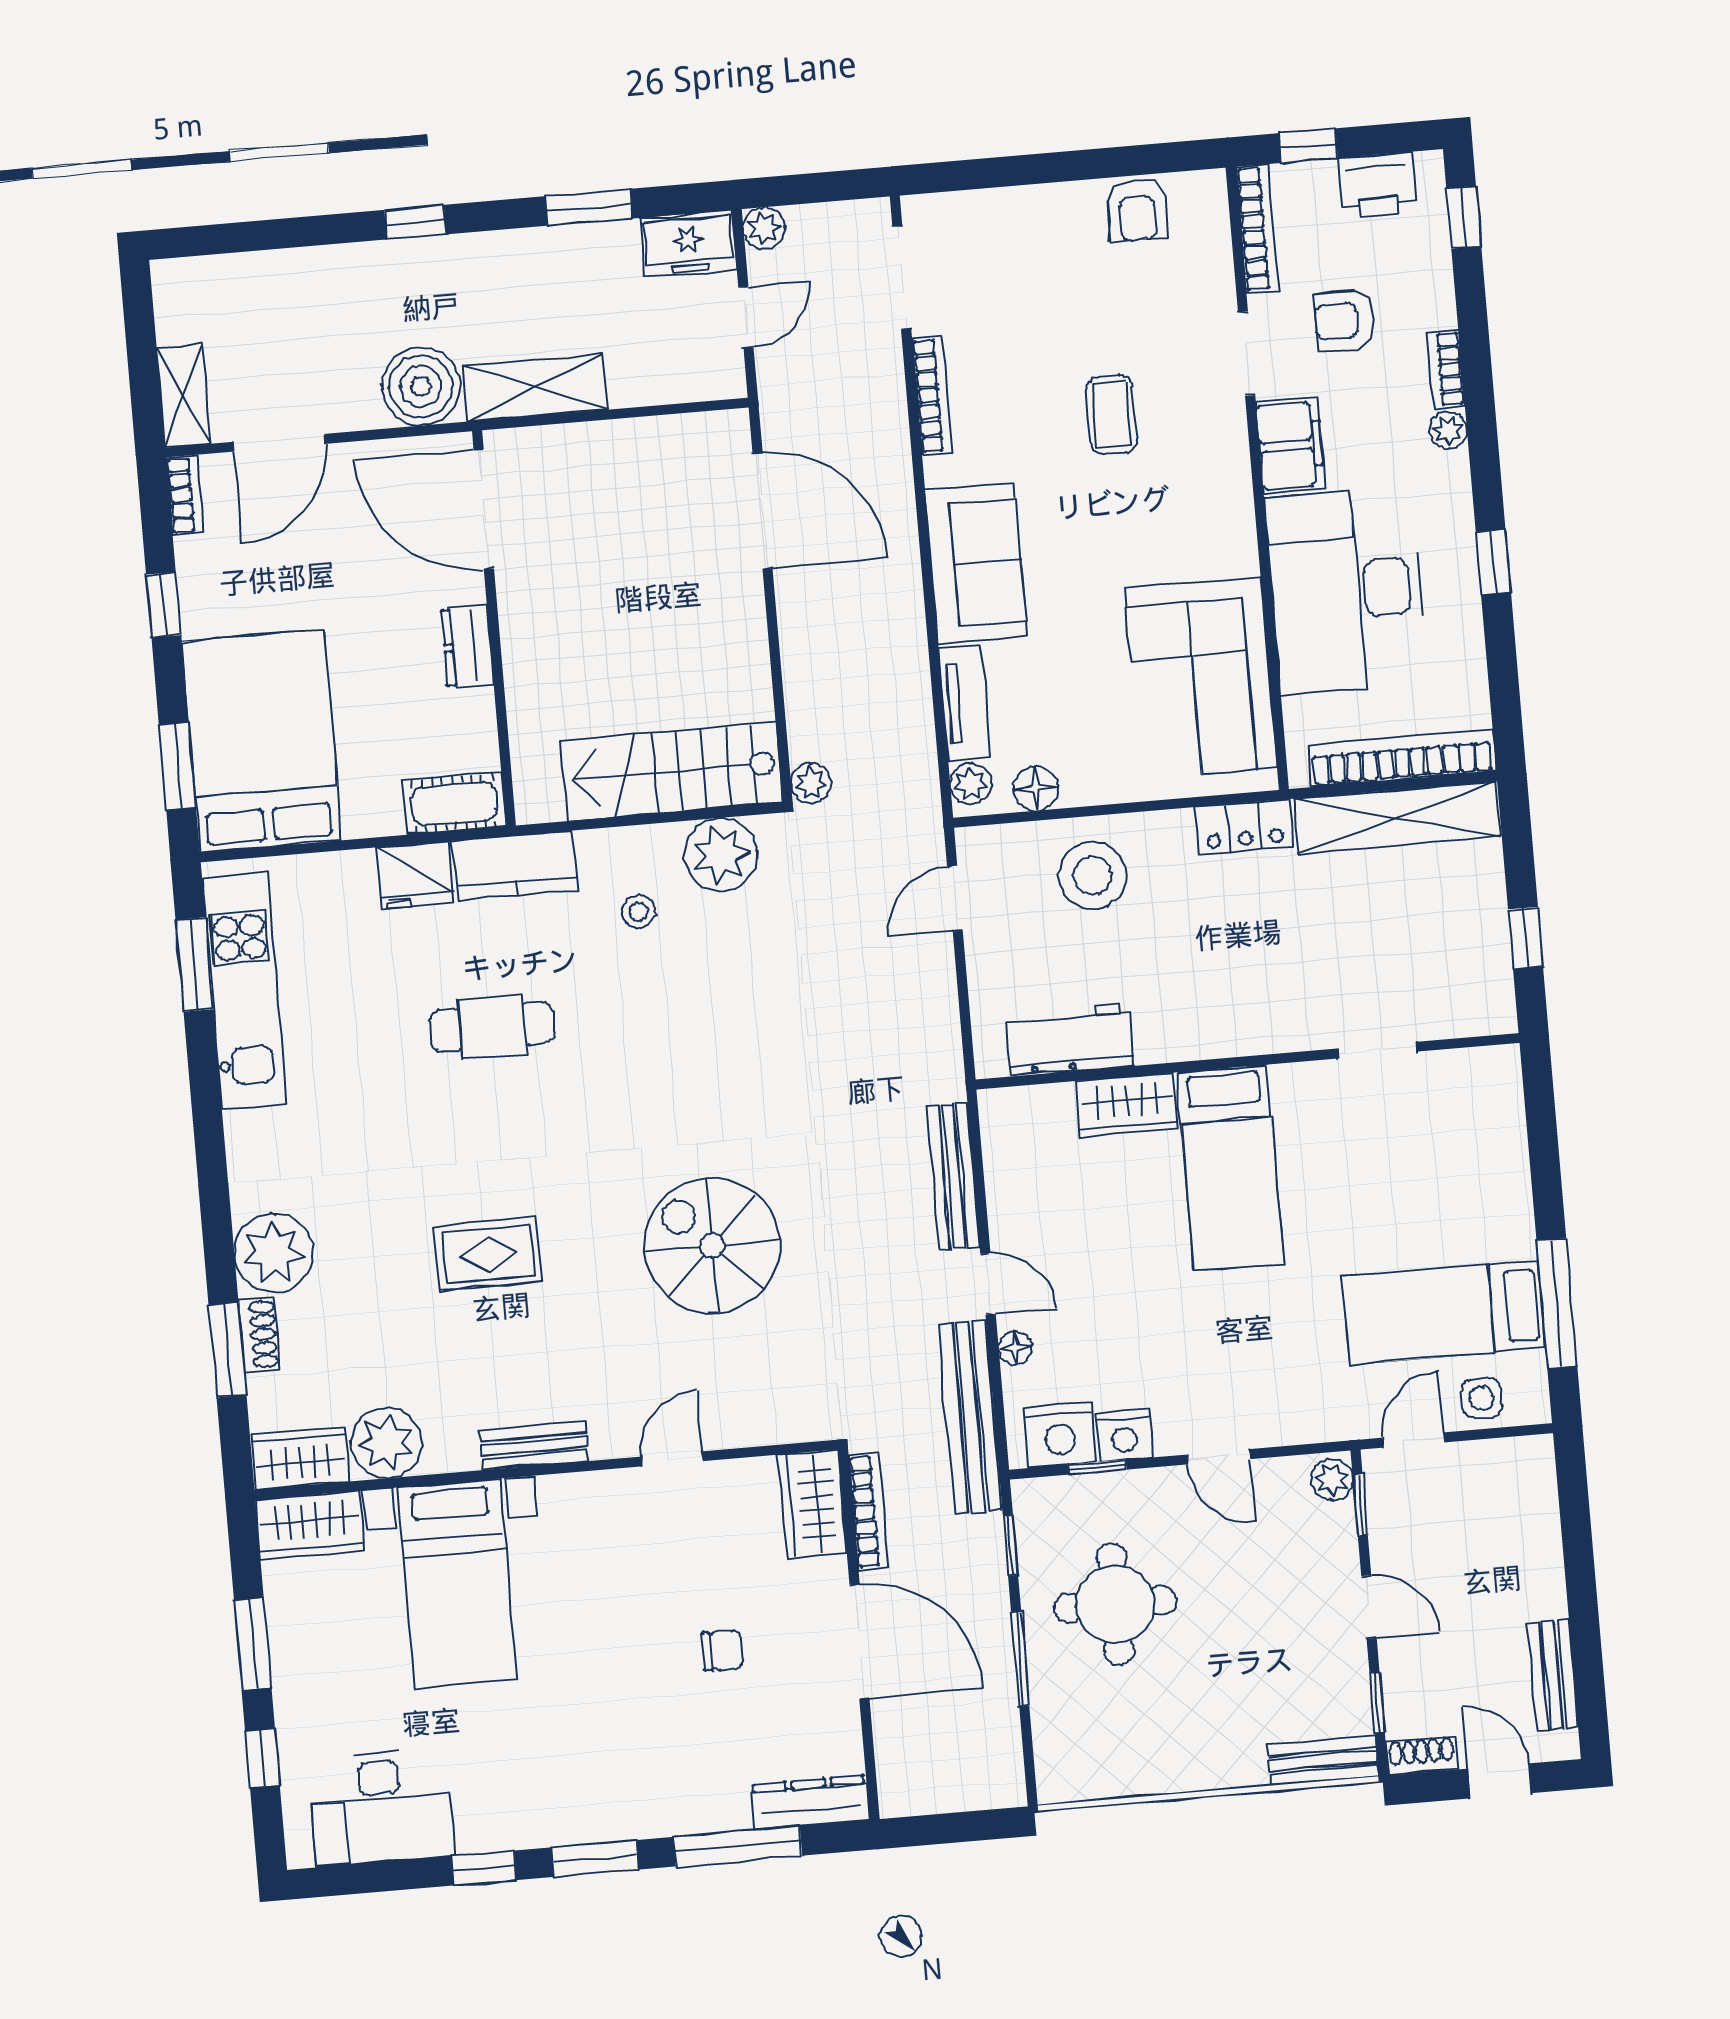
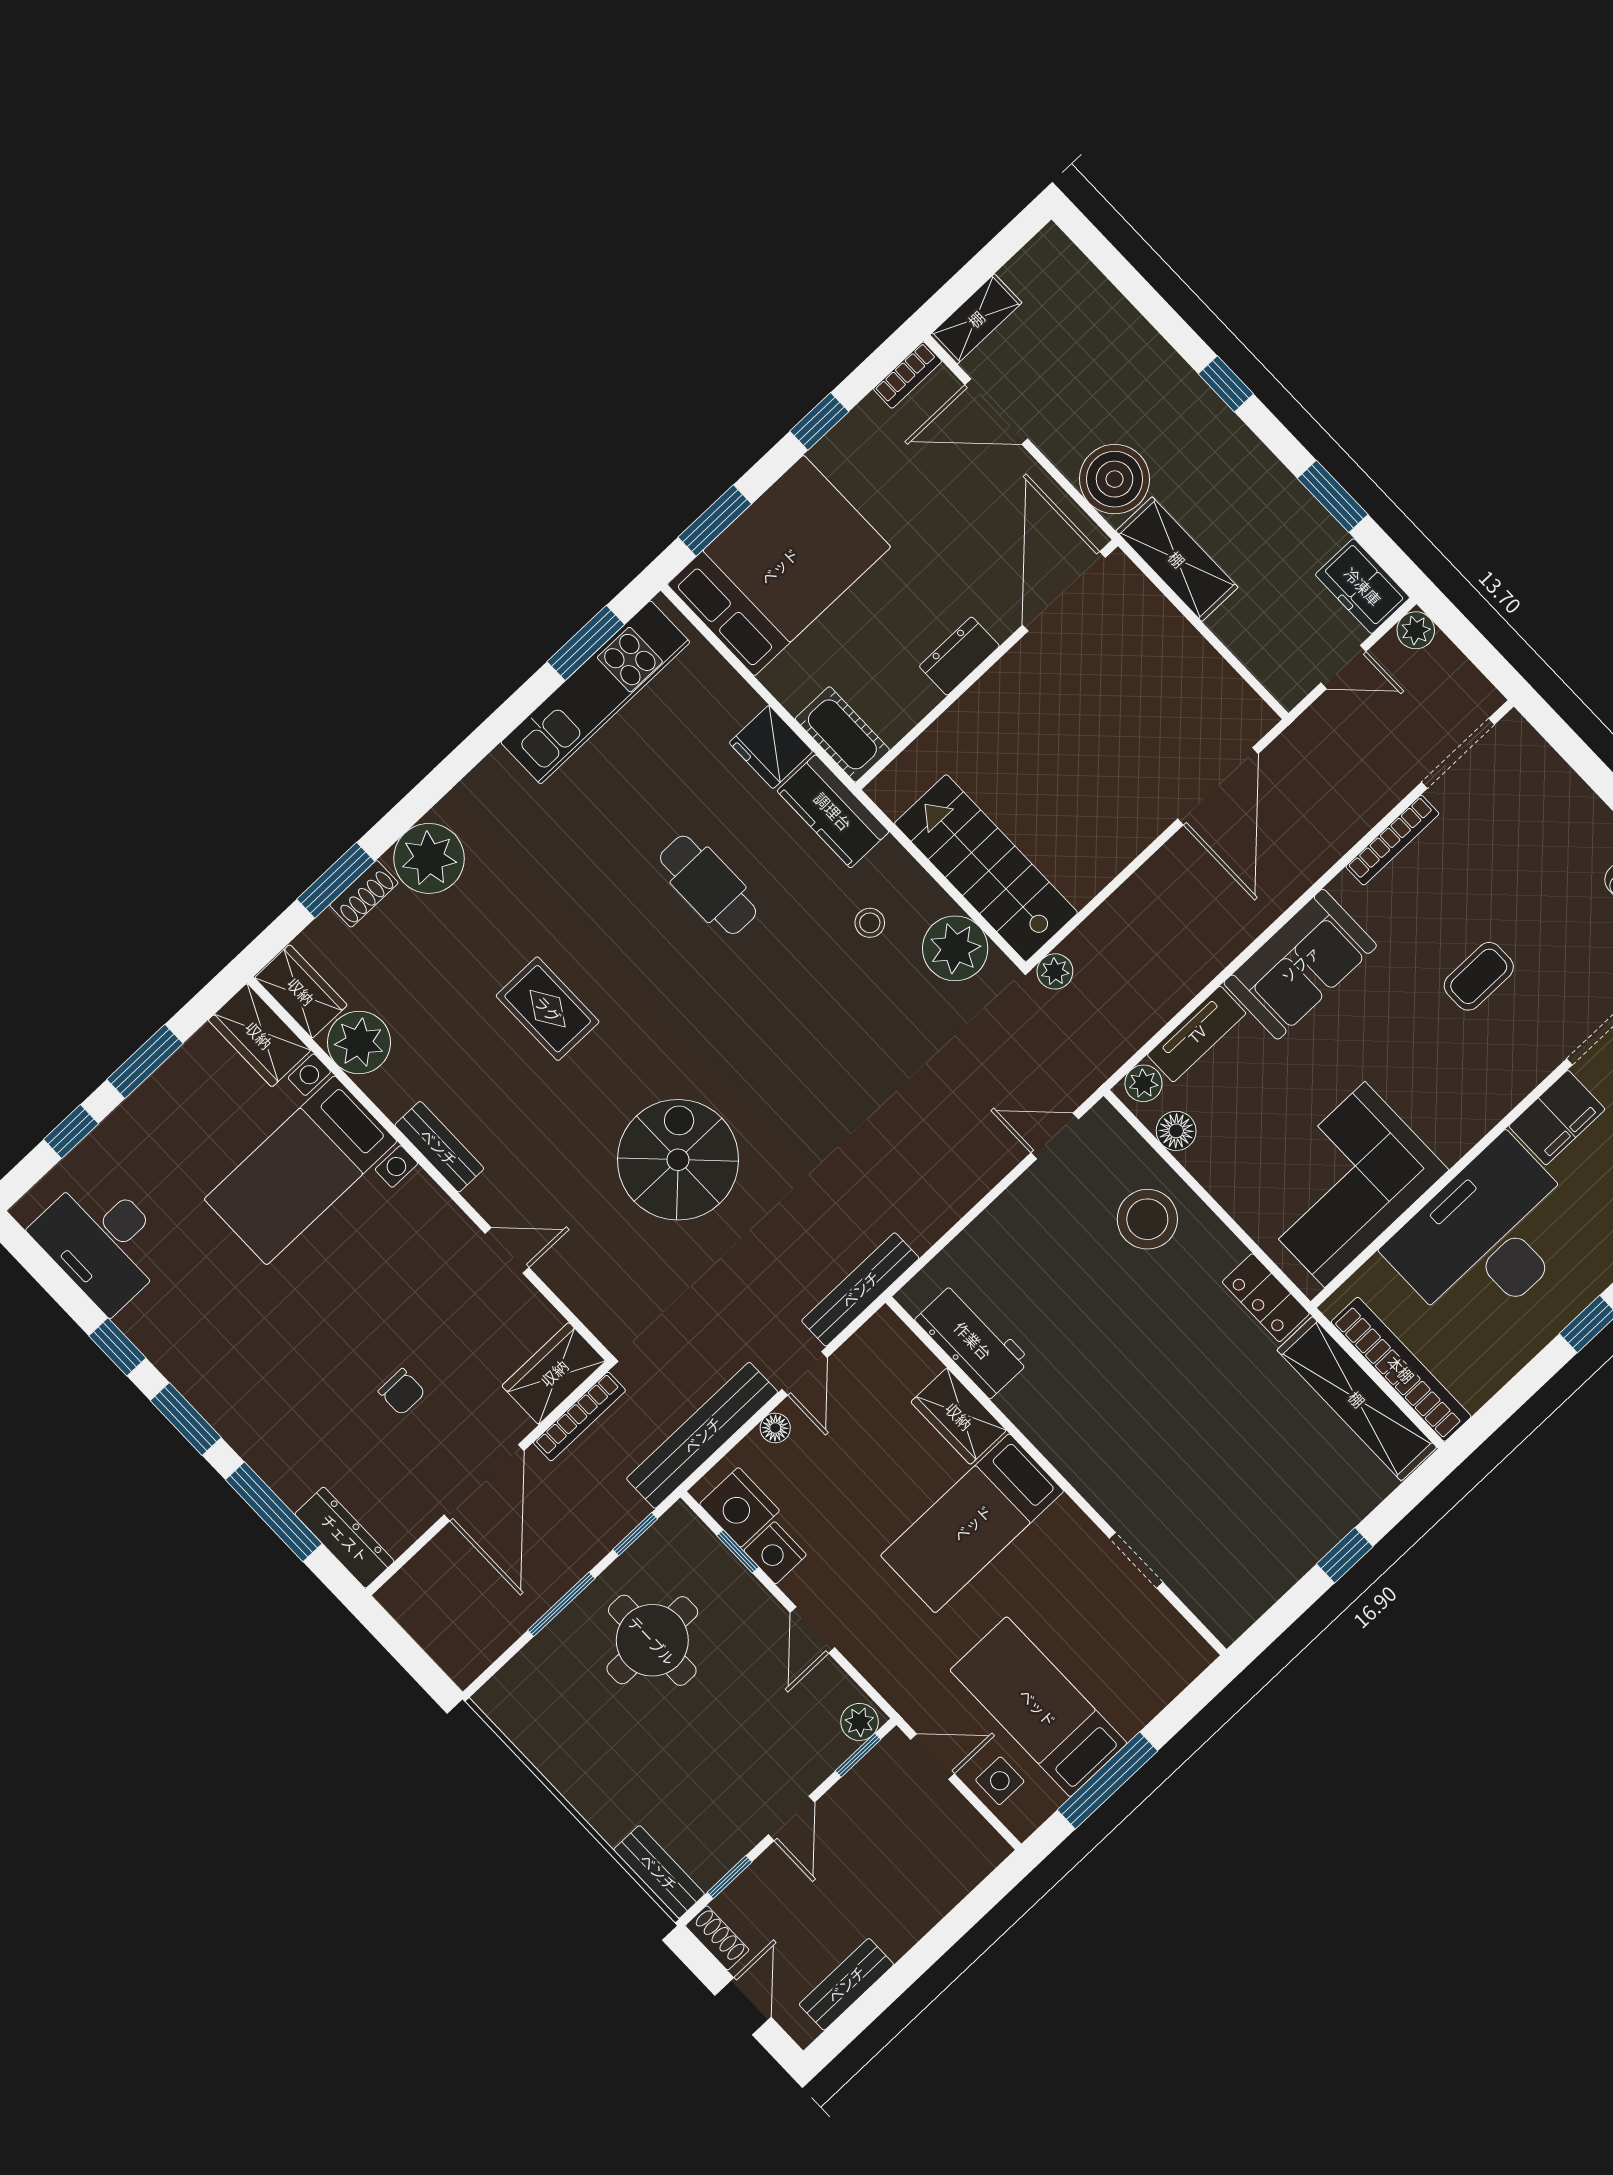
workbench: (1070, 1039) -> (973, 1340), moved
doorway: (1378, 1050) -> (1136, 1560), moved
wall: (1248, 1061) -> (1056, 1476), moved
wardrobe: (1127, 1105) -> (959, 1416), moved
bed: (1230, 1168) -> (972, 1523), moved

